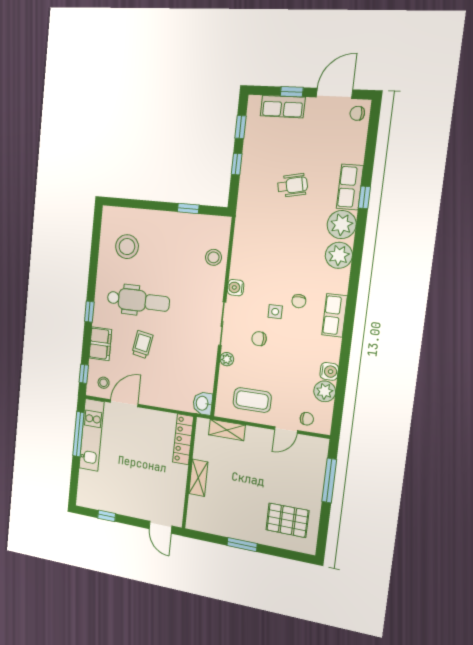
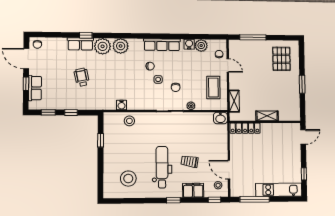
water cooler: (236, 288) -> (122, 105), moved
row of seats: (335, 315) -> (162, 45), width x1.48
kitchen unit: (92, 435) -> (279, 190), moved

